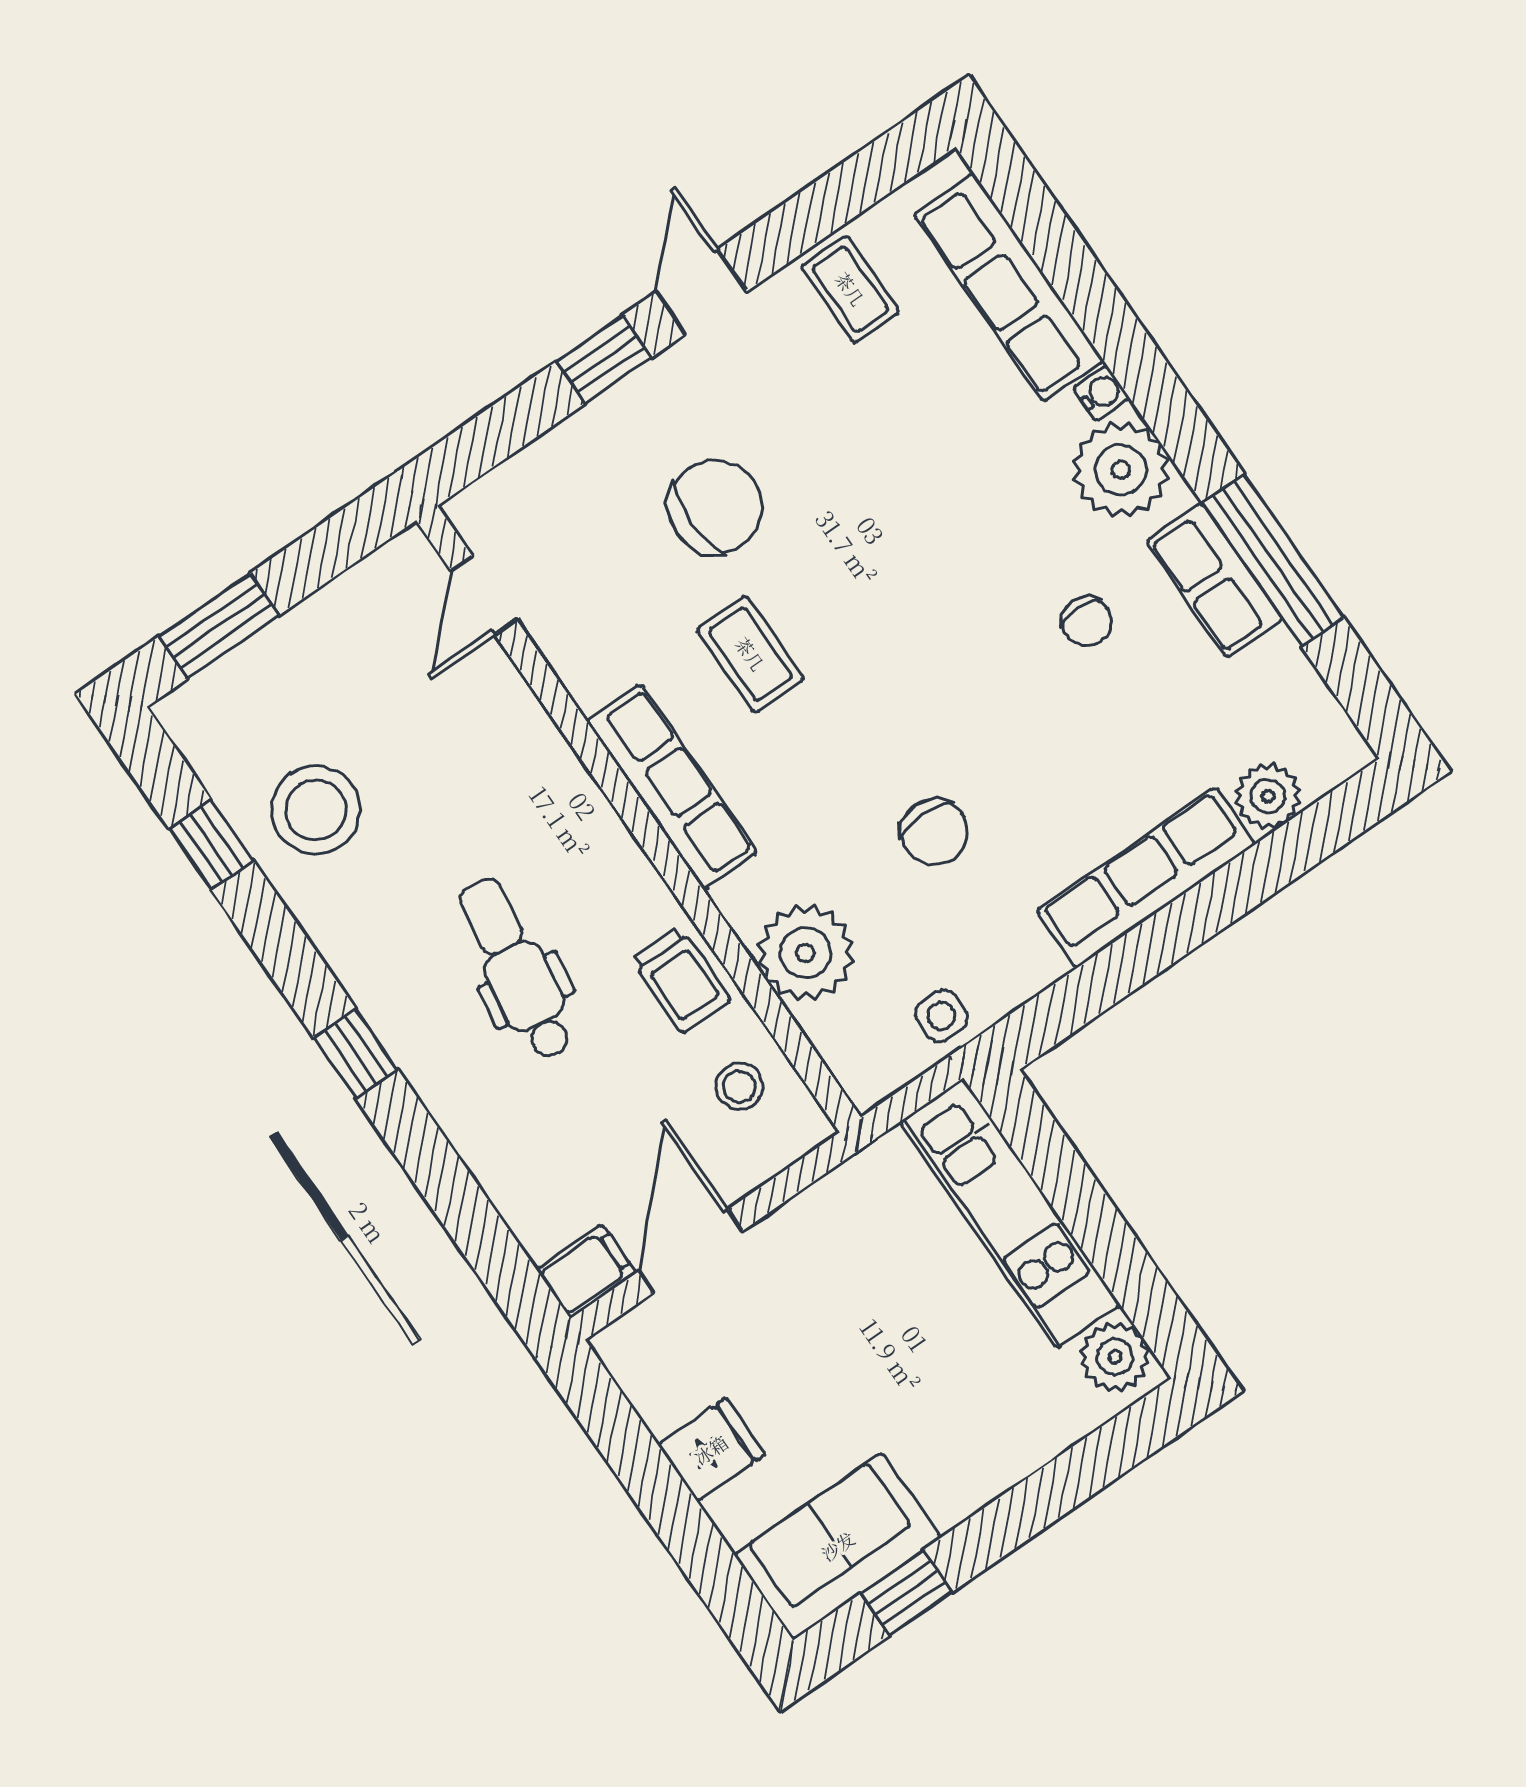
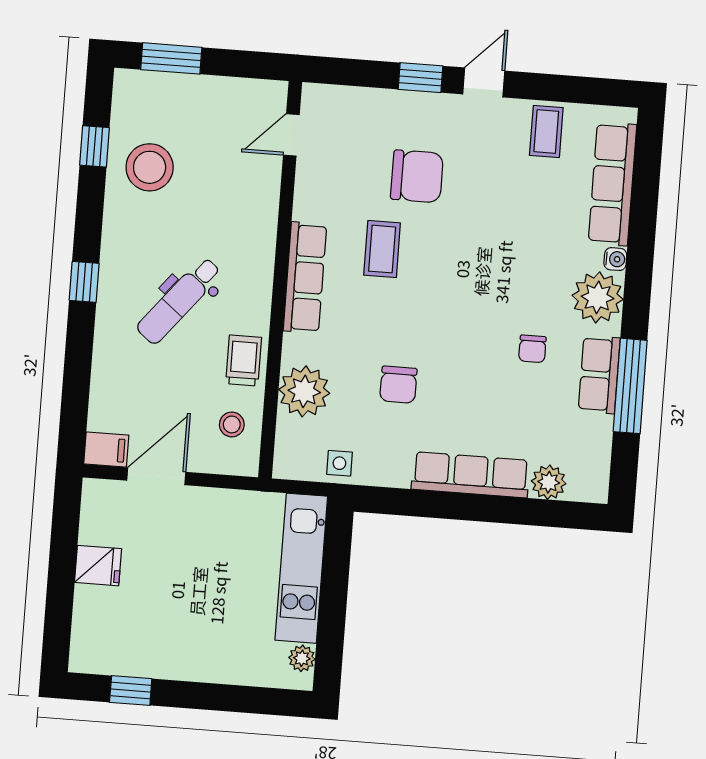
dental chair: (516, 969) -> (179, 301), turned -150
trolley: (681, 980) -> (244, 361), turned 180
plant: (1115, 1357) -> (302, 658), width x0.73, depth x0.73
sofa: (838, 1546) -> (118, 648), removed

